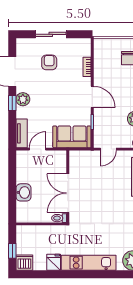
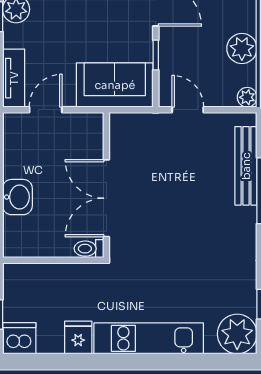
door: (108, 149) -> (188, 110), swing flipped

